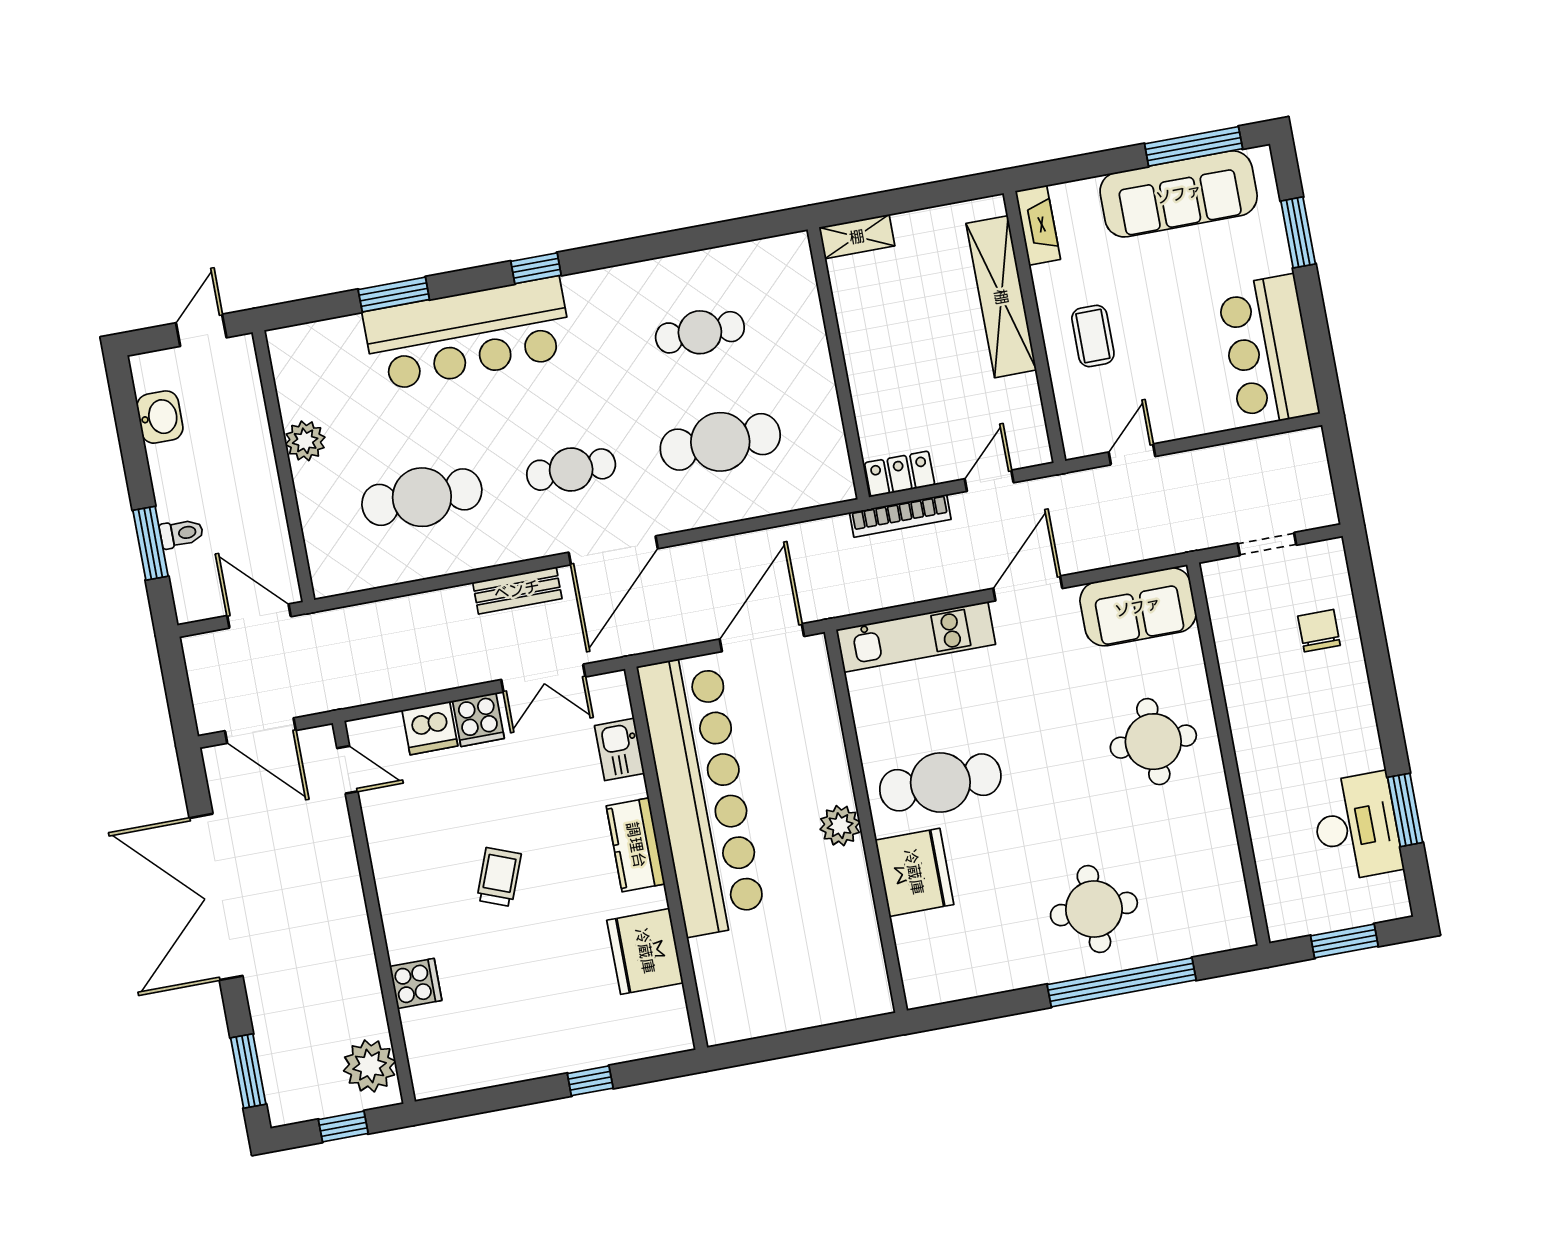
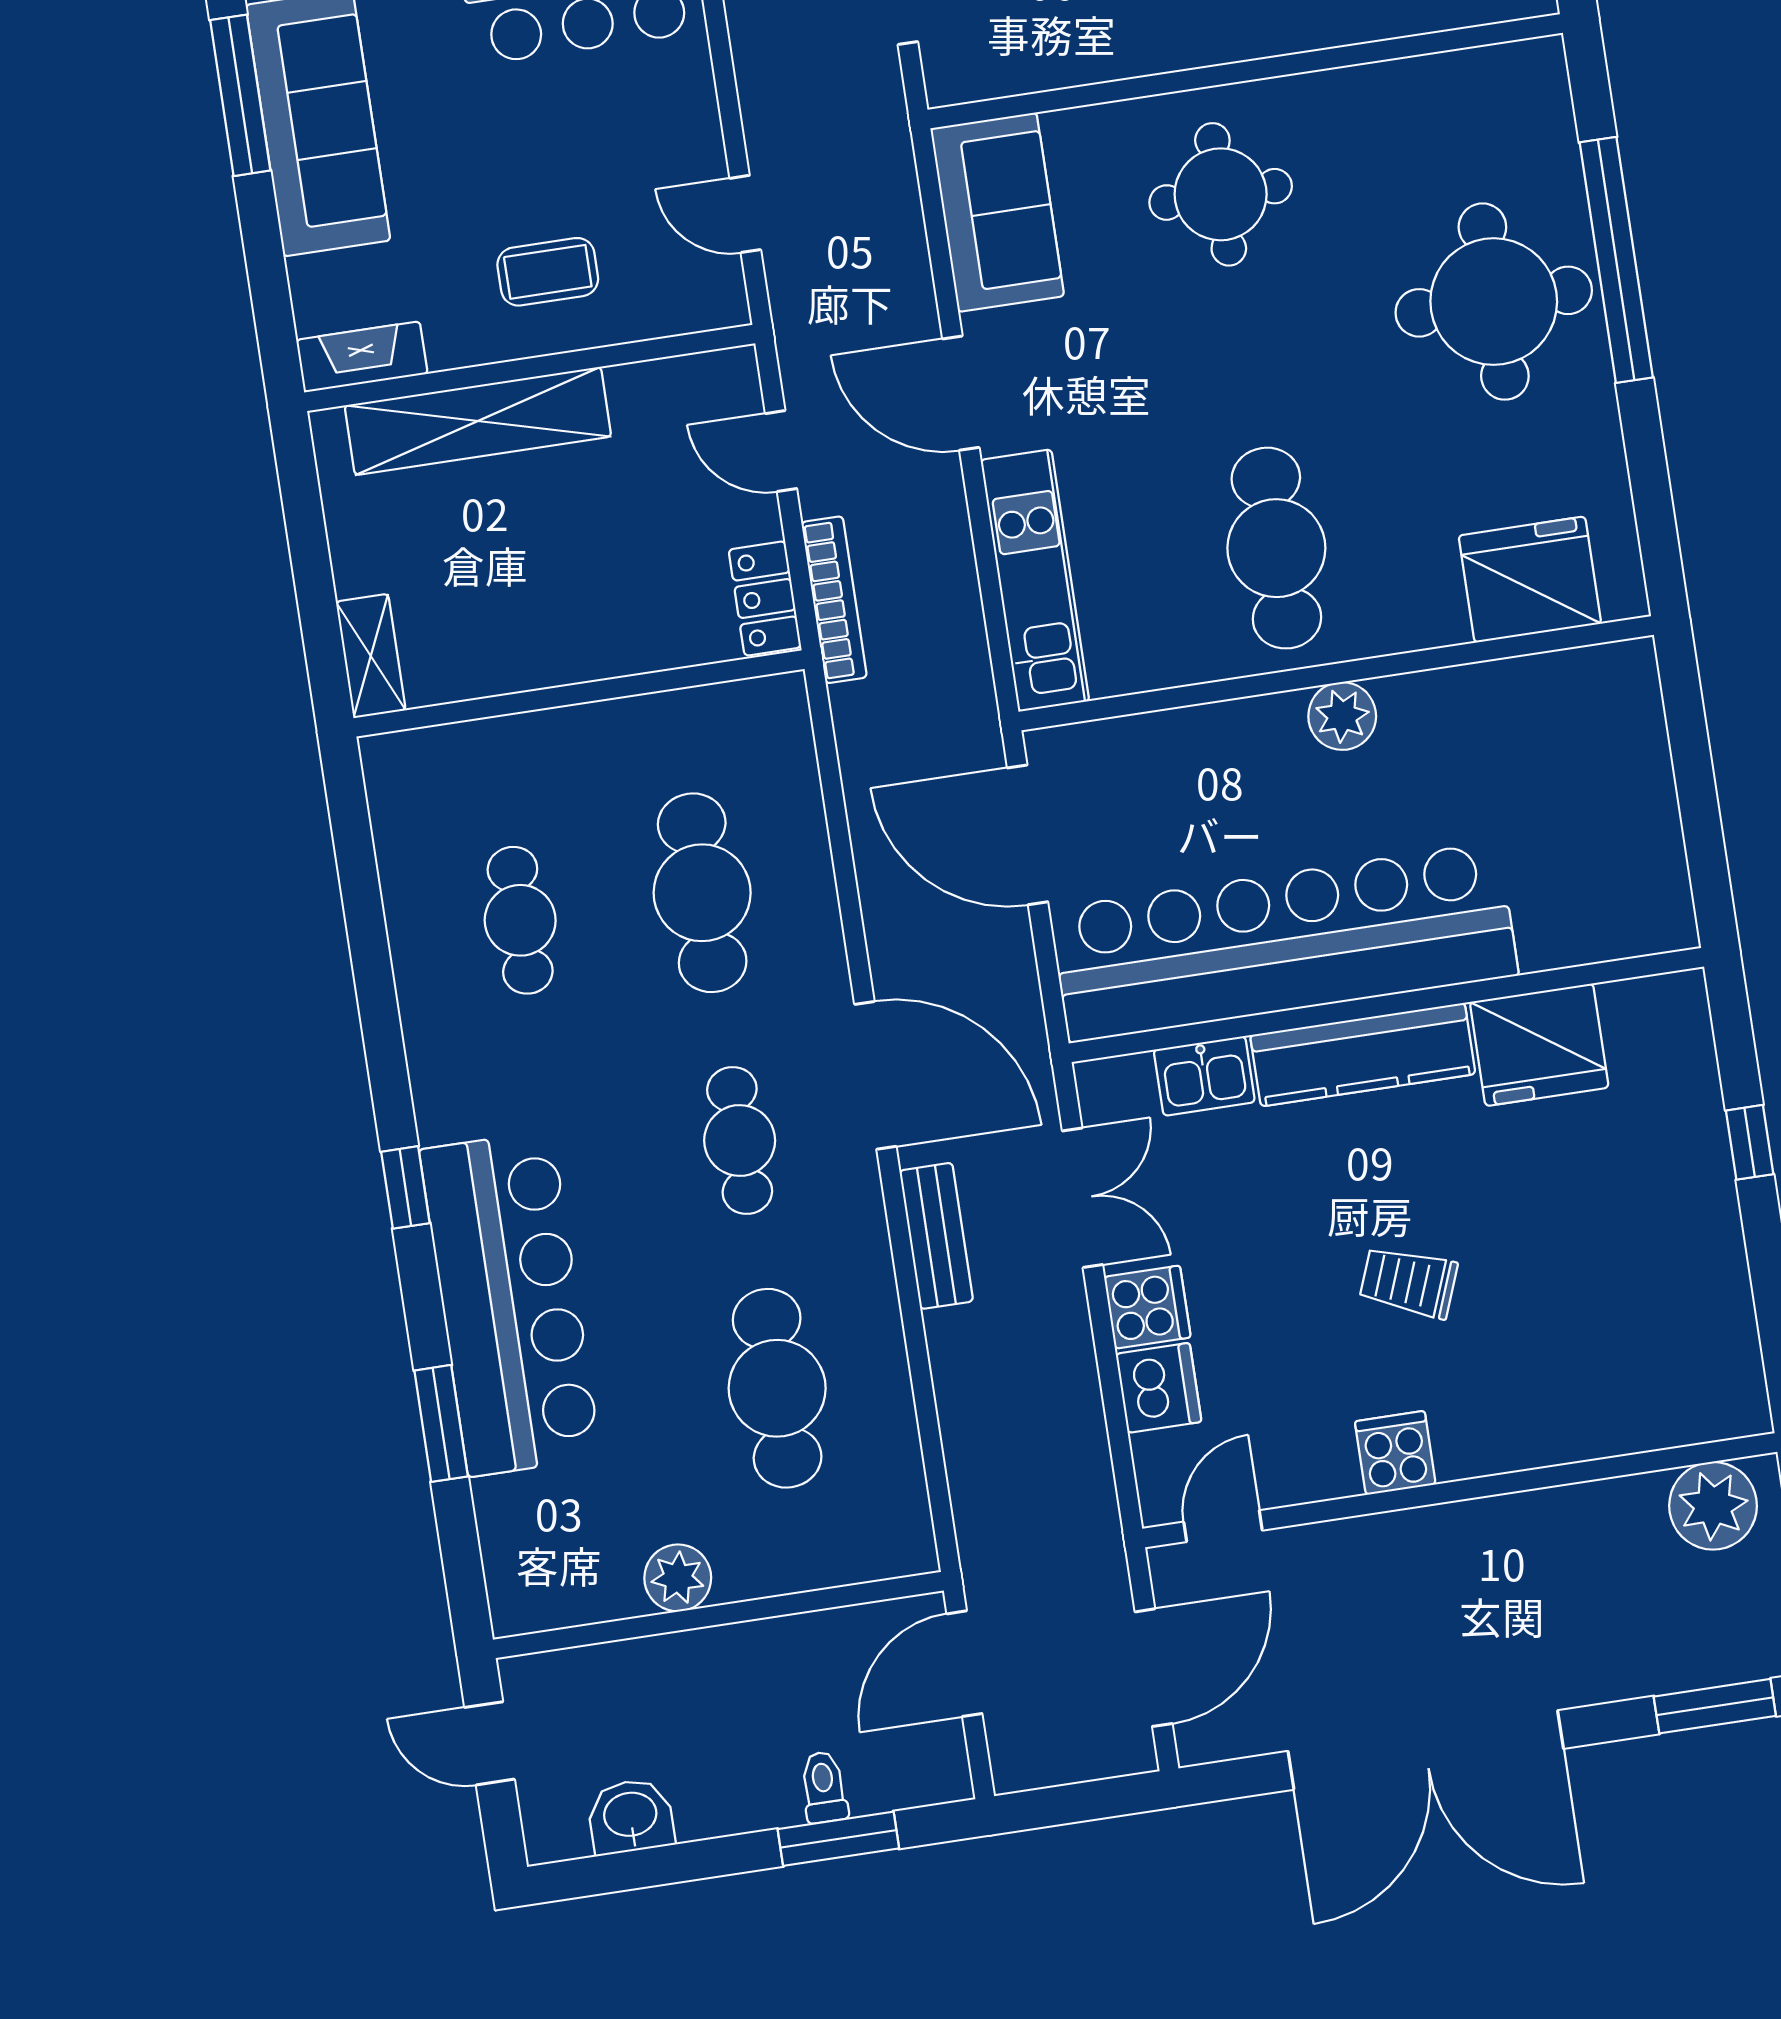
kitchen counter: (636, 845) -> (1363, 1055), width x1.50
fridge: (914, 872) -> (1530, 580), moved
round table: (1094, 909) -> (1494, 302), width x1.36, depth x1.36
cooker: (416, 983) -> (1395, 1453), moved

